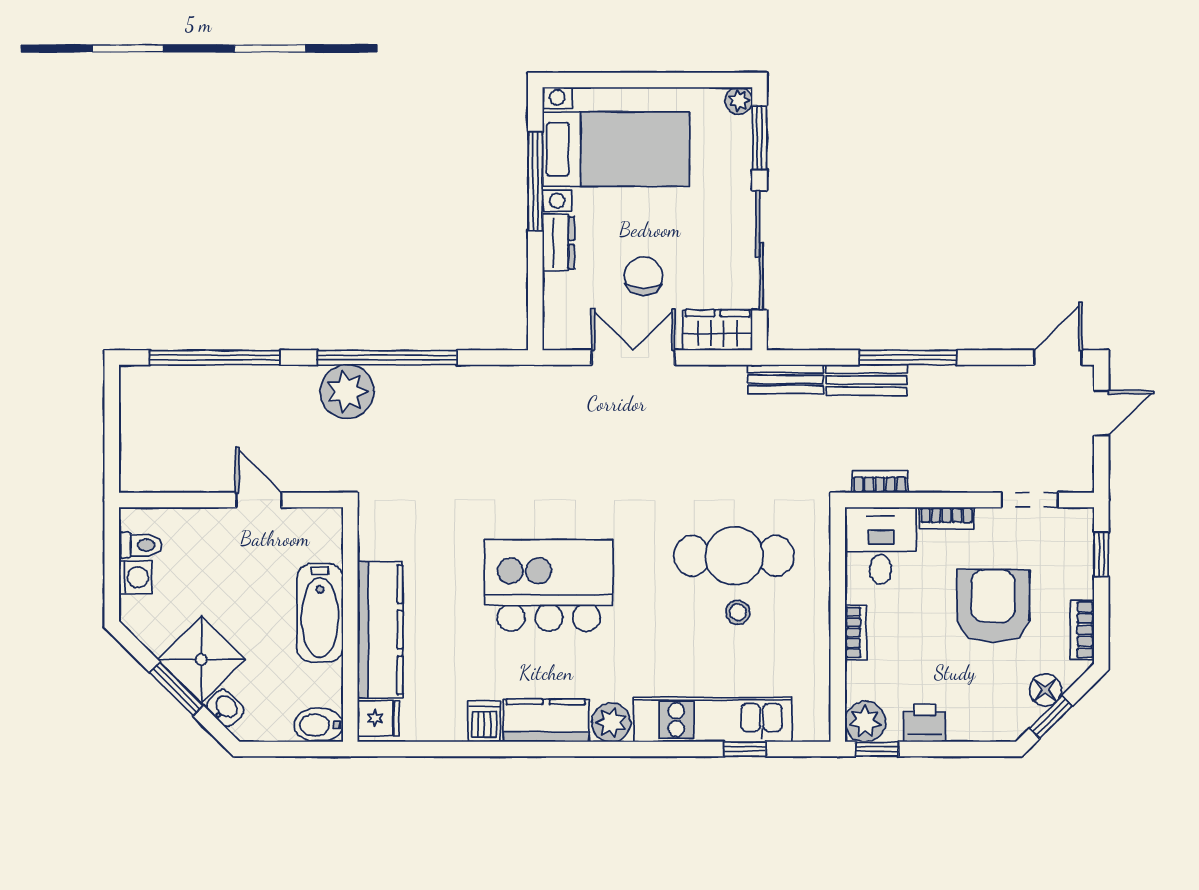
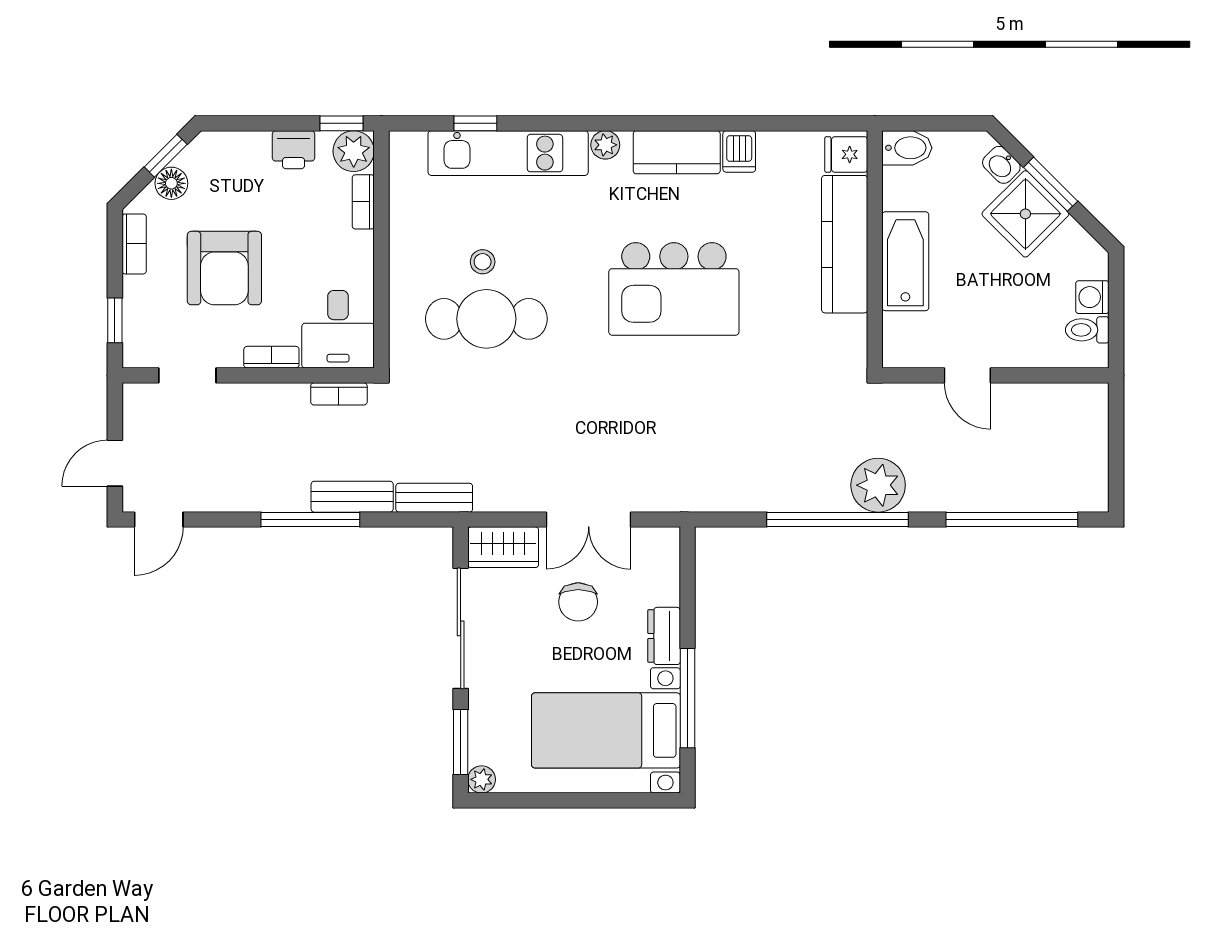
bookcase: (856, 633) -> (363, 202), moved
plant: (611, 722) -> (605, 145), width x0.73, depth x0.73

